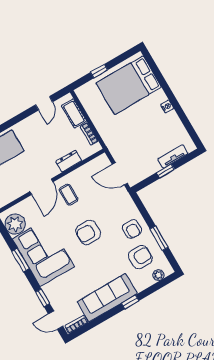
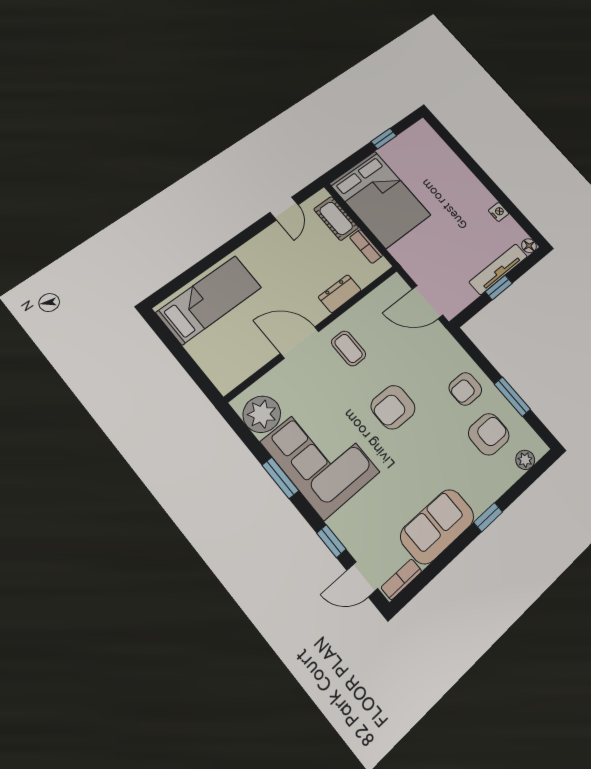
window: (99, 71) -> (384, 139), moved
bed: (129, 85) -> (380, 199), moved, turned -90
nightstand: (167, 106) -> (499, 212), moved
floor lamp: (191, 147) -> (529, 246), added
tv unit: (173, 156) -> (498, 269), width x1.41
door: (41, 187) -> (300, 342), swing flipped
armchair: (132, 229) -> (465, 389), turned 90
sofa: (107, 298) -> (437, 526), width x0.73

